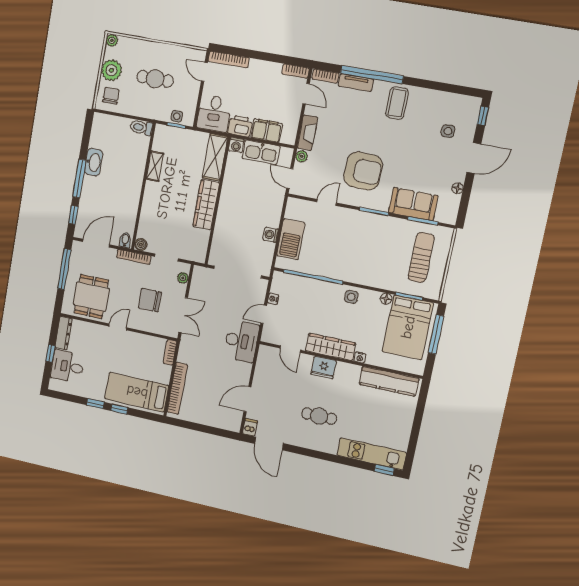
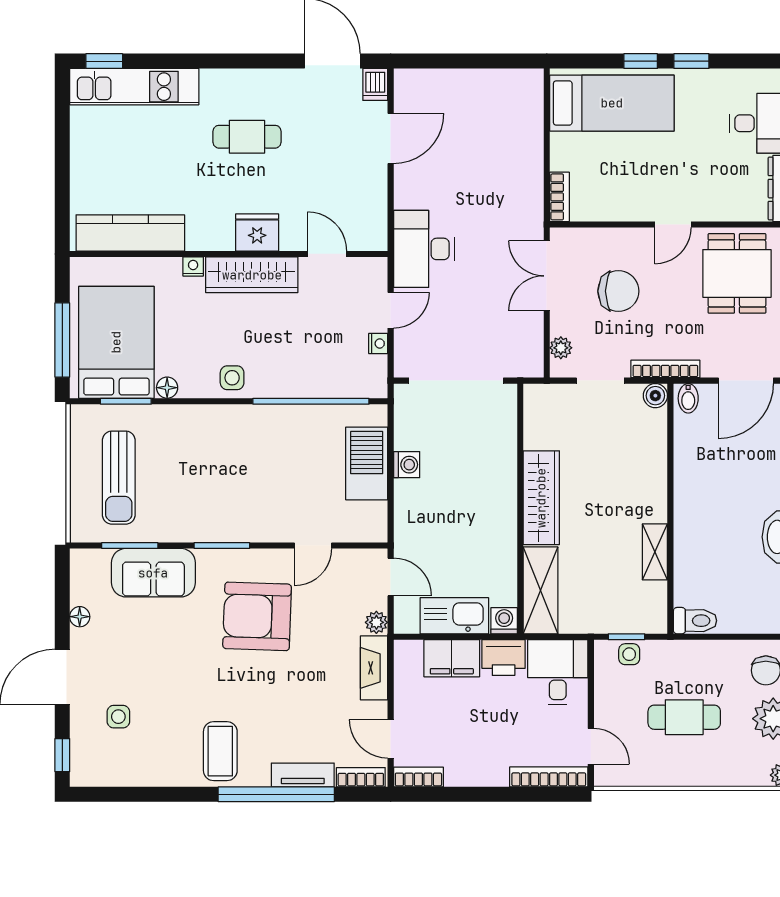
bookcase: (177, 388) -> (532, 129), removed

